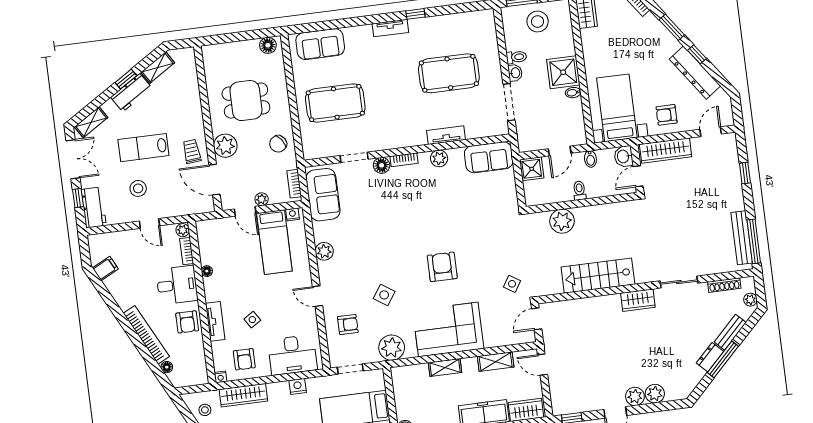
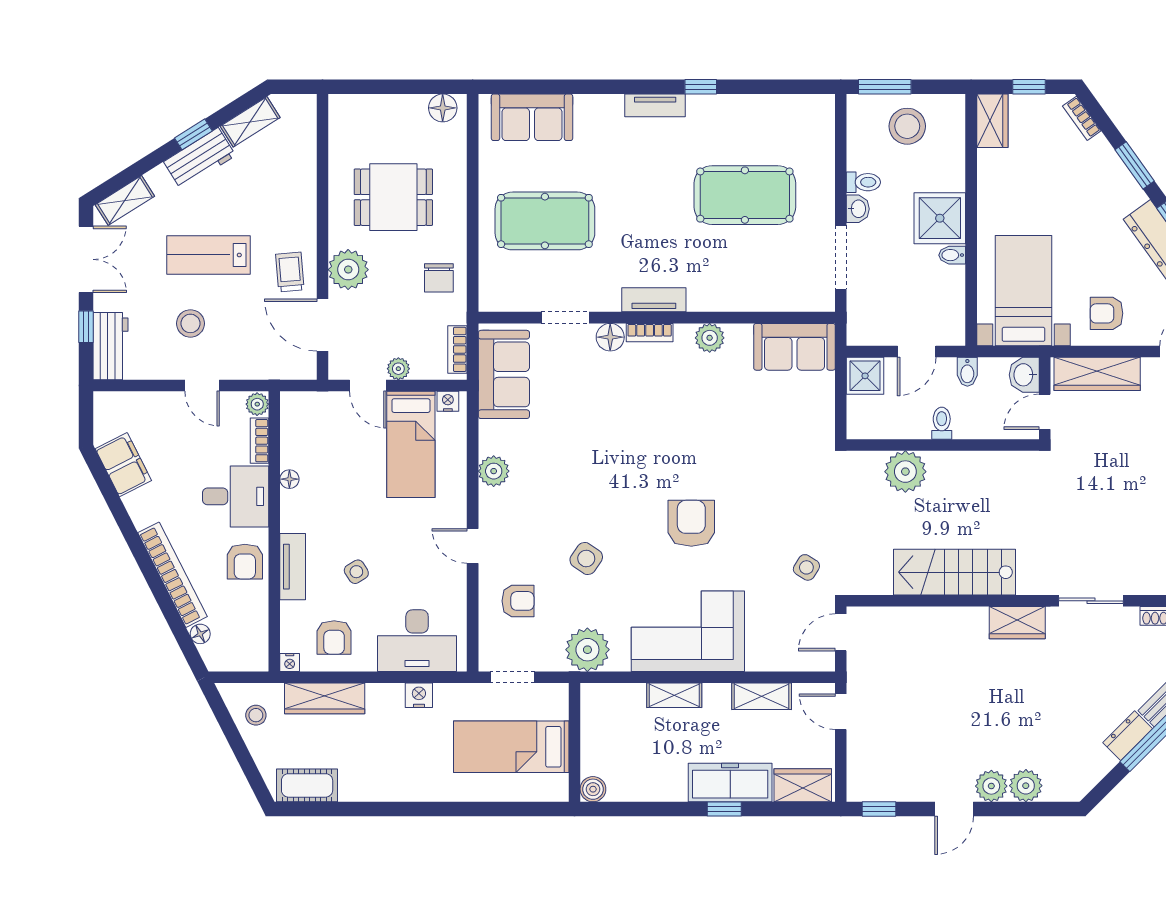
tv unit: (446, 135) -> (654, 300), moved
chair: (278, 144) -> (439, 278), turned -55
filing cabinet: (105, 268) -> (123, 465), width x2.00

